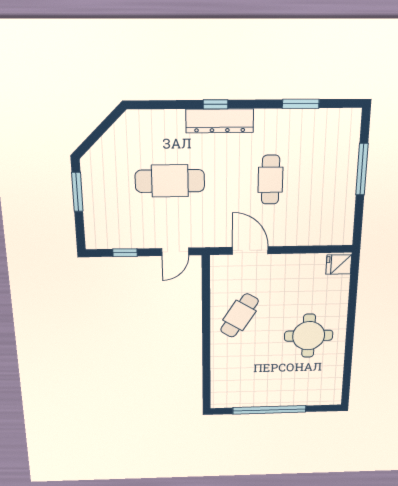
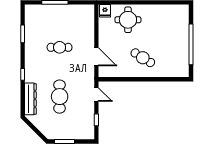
dresser: (220, 121) -> (30, 99), moved
door: (250, 250) -> (96, 57), swing flipped
cafe table: (239, 316) -> (143, 58), moved
round table: (309, 336) -> (128, 20), moved

